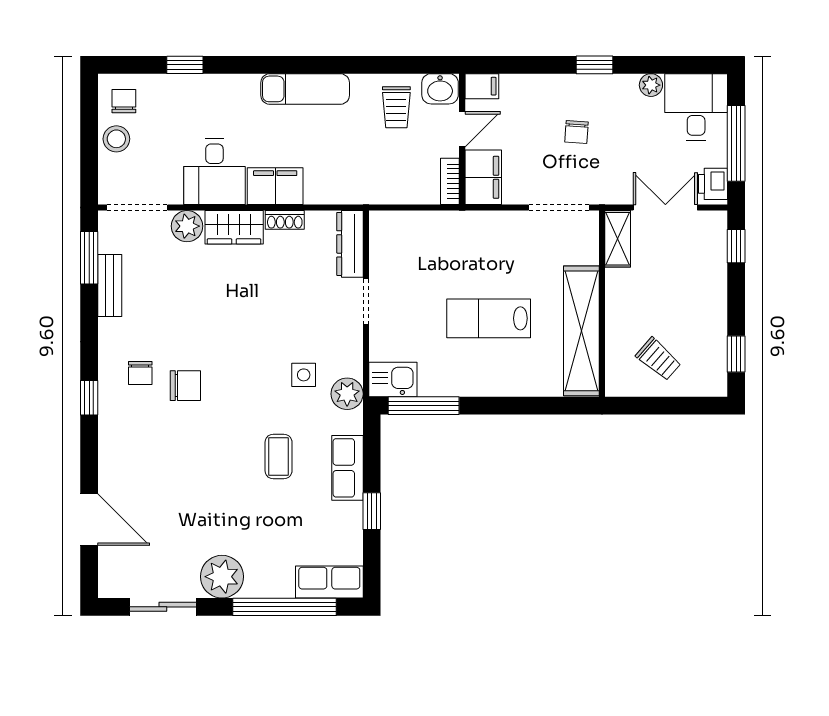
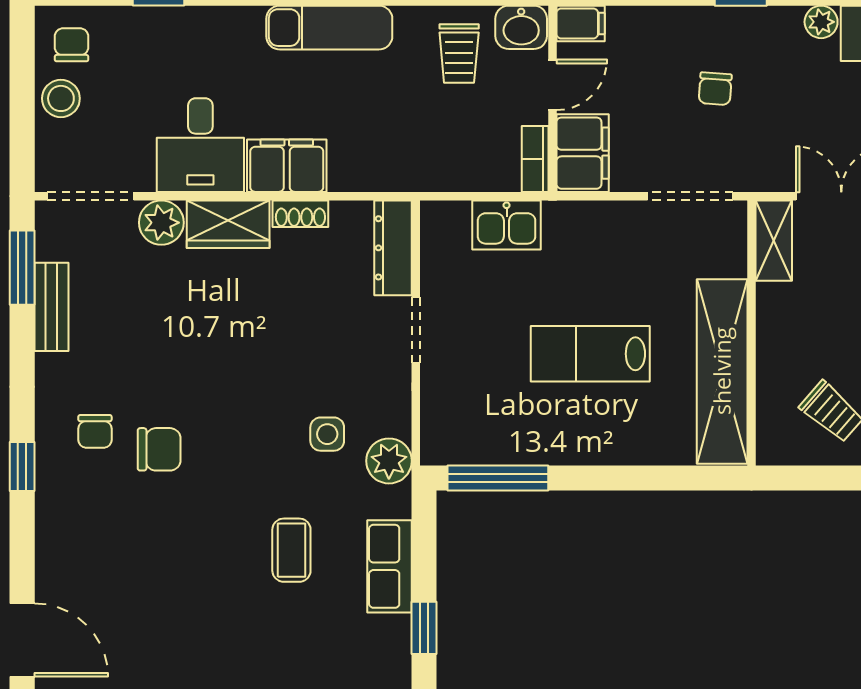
kitchen sink: (393, 380) -> (507, 225), moved, turned 180

